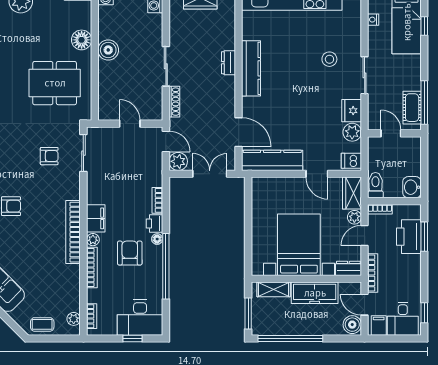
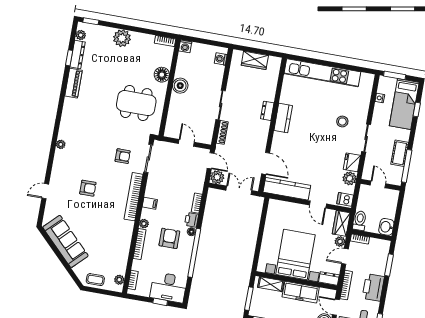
kitchen counter: (251, 68) -> (283, 118), width x0.67
cot: (412, 108) -> (400, 153), moved
filing cabinet: (96, 218) -> (150, 203), width x0.50
bookcase: (73, 232) -> (134, 197), moved
printer: (409, 237) -> (373, 287), moved

